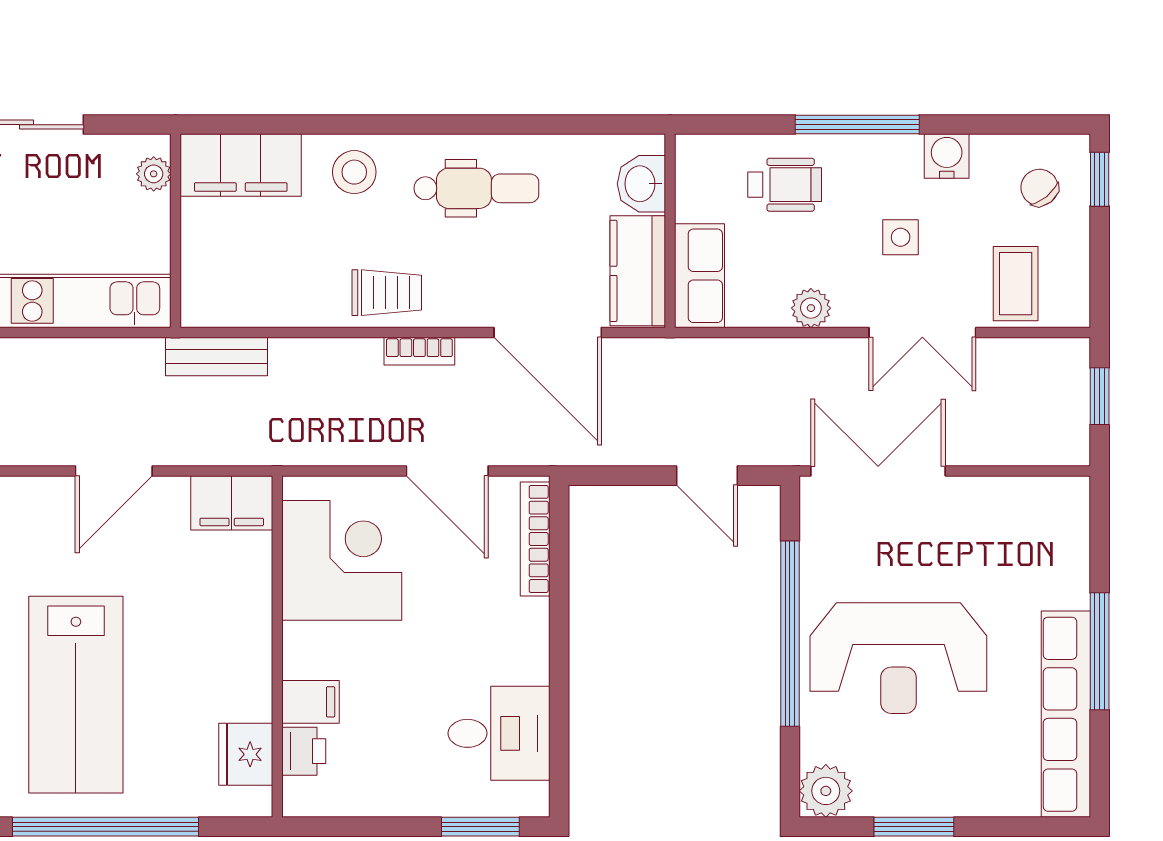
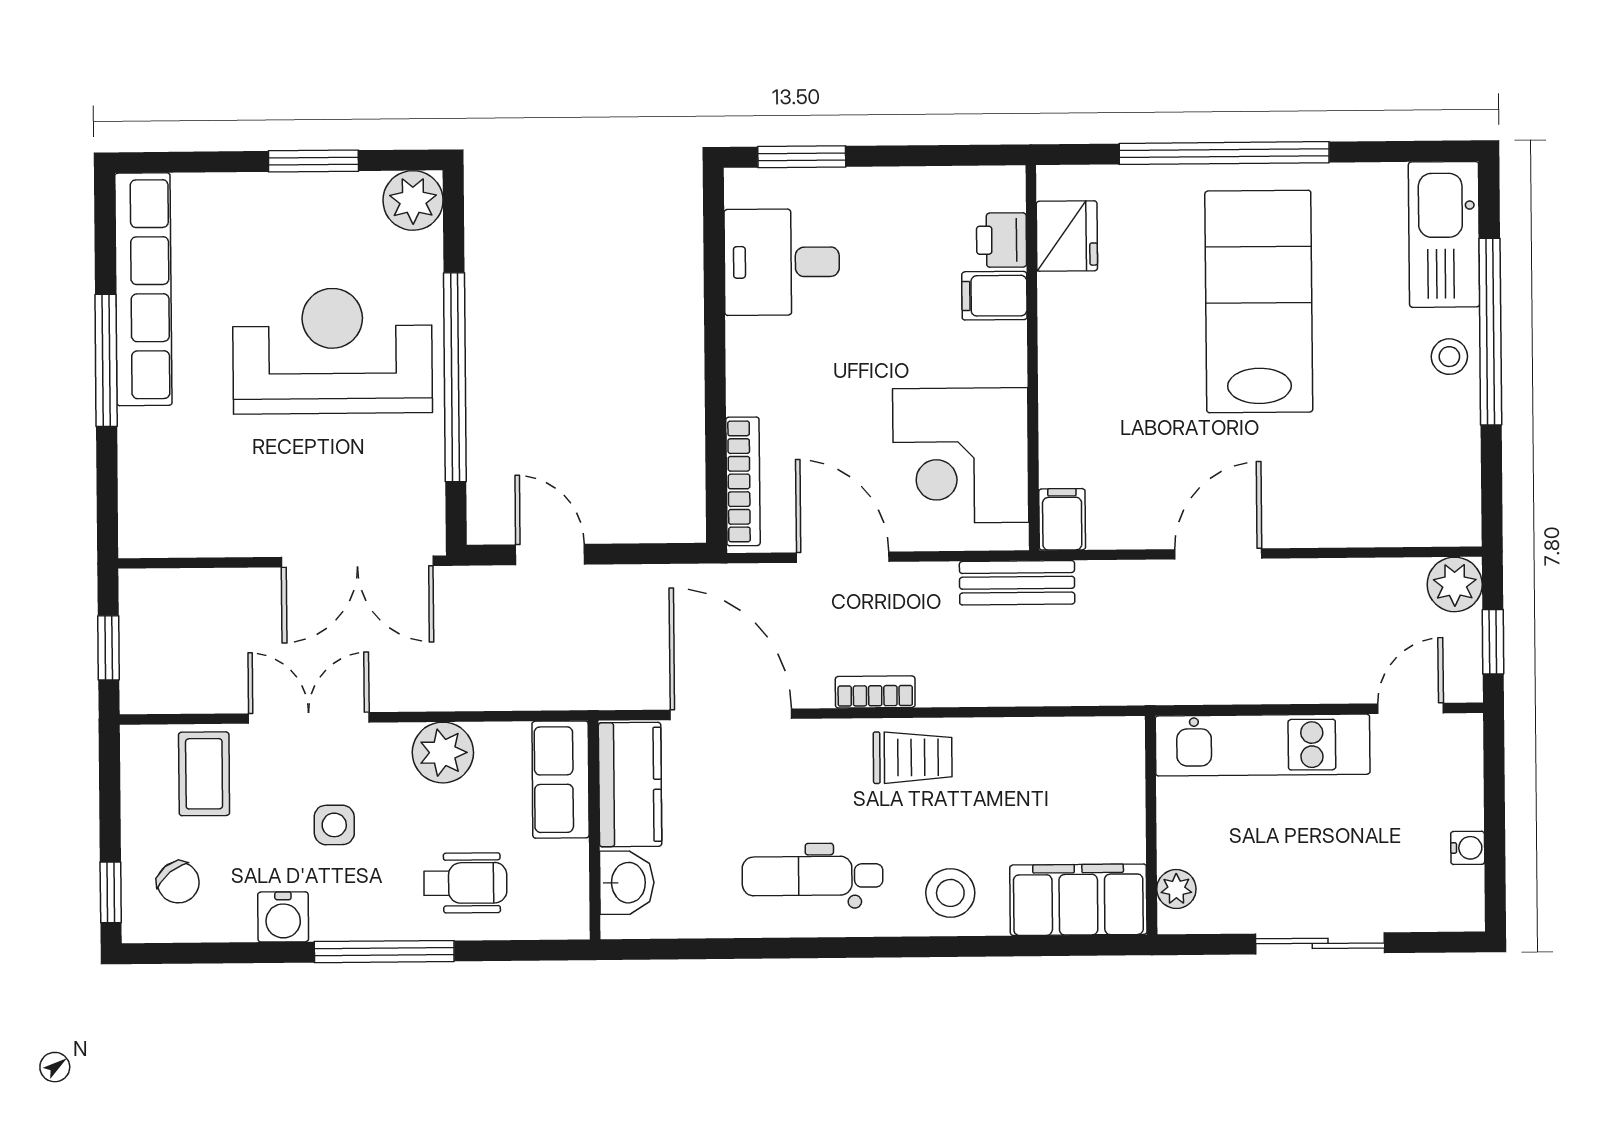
wheelchair: (785, 185) -> (465, 883), turned 180
trolley: (387, 293) -> (913, 757), turned 180
plant: (811, 308) -> (443, 753), width x1.38, depth x1.38
bench: (217, 356) -> (1017, 583), moved
filing cabinet: (232, 503) -> (1062, 519), width x0.50

